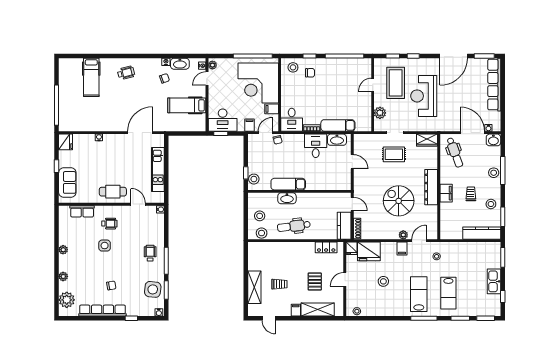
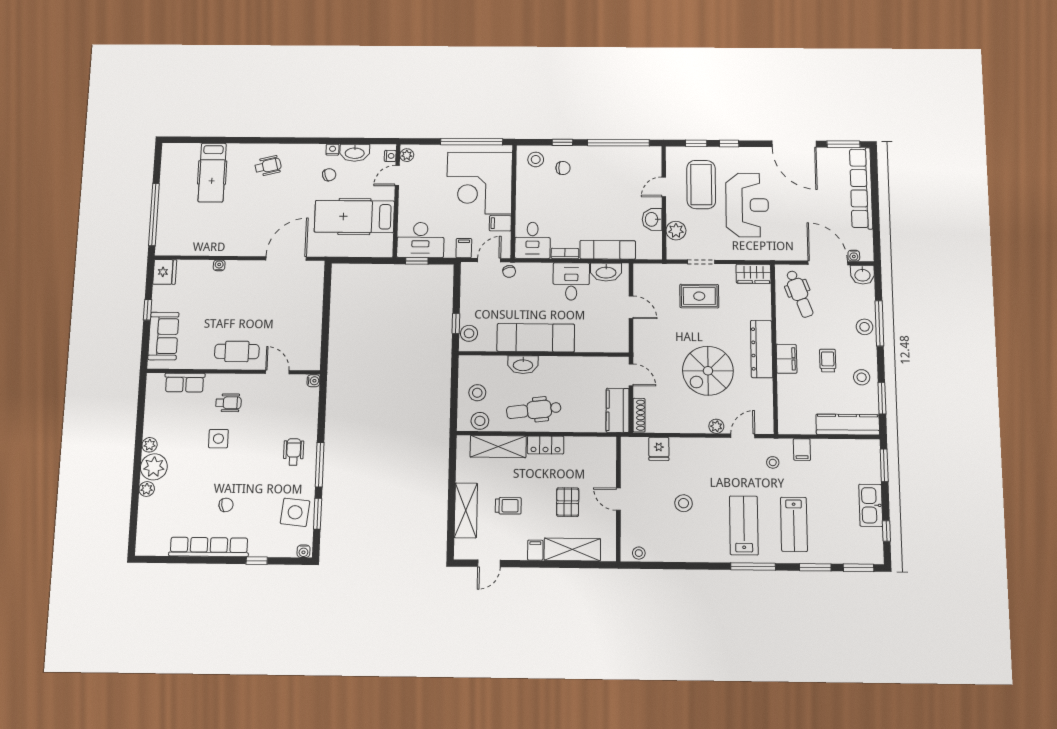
door: (454, 56) -> (794, 144), hinge flipped
reception desk: (424, 96) -> (747, 205), turned 180
hospital bed: (187, 105) -> (354, 217), width x1.37, depth x1.29
washbasin: (365, 106) -> (652, 219), added
kitchen unit: (158, 170) -> (312, 317), removed
exam couch: (288, 184) -> (536, 338), width x1.36, depth x1.45
spiral stairs: (399, 201) -> (708, 371), turned -90
locker: (326, 247) -> (546, 445), moved
fridge: (351, 248) -> (630, 447), removed
filing cabinet: (402, 248) -> (802, 450), moved
shelving: (273, 249) -> (498, 446), added
fridge: (369, 251) -> (659, 449), width x0.53, depth x0.75
door: (345, 279) -> (618, 499), hinge flipped
plant: (67, 300) -> (154, 467), moved
door: (269, 318) -> (489, 563), hinge flipped

